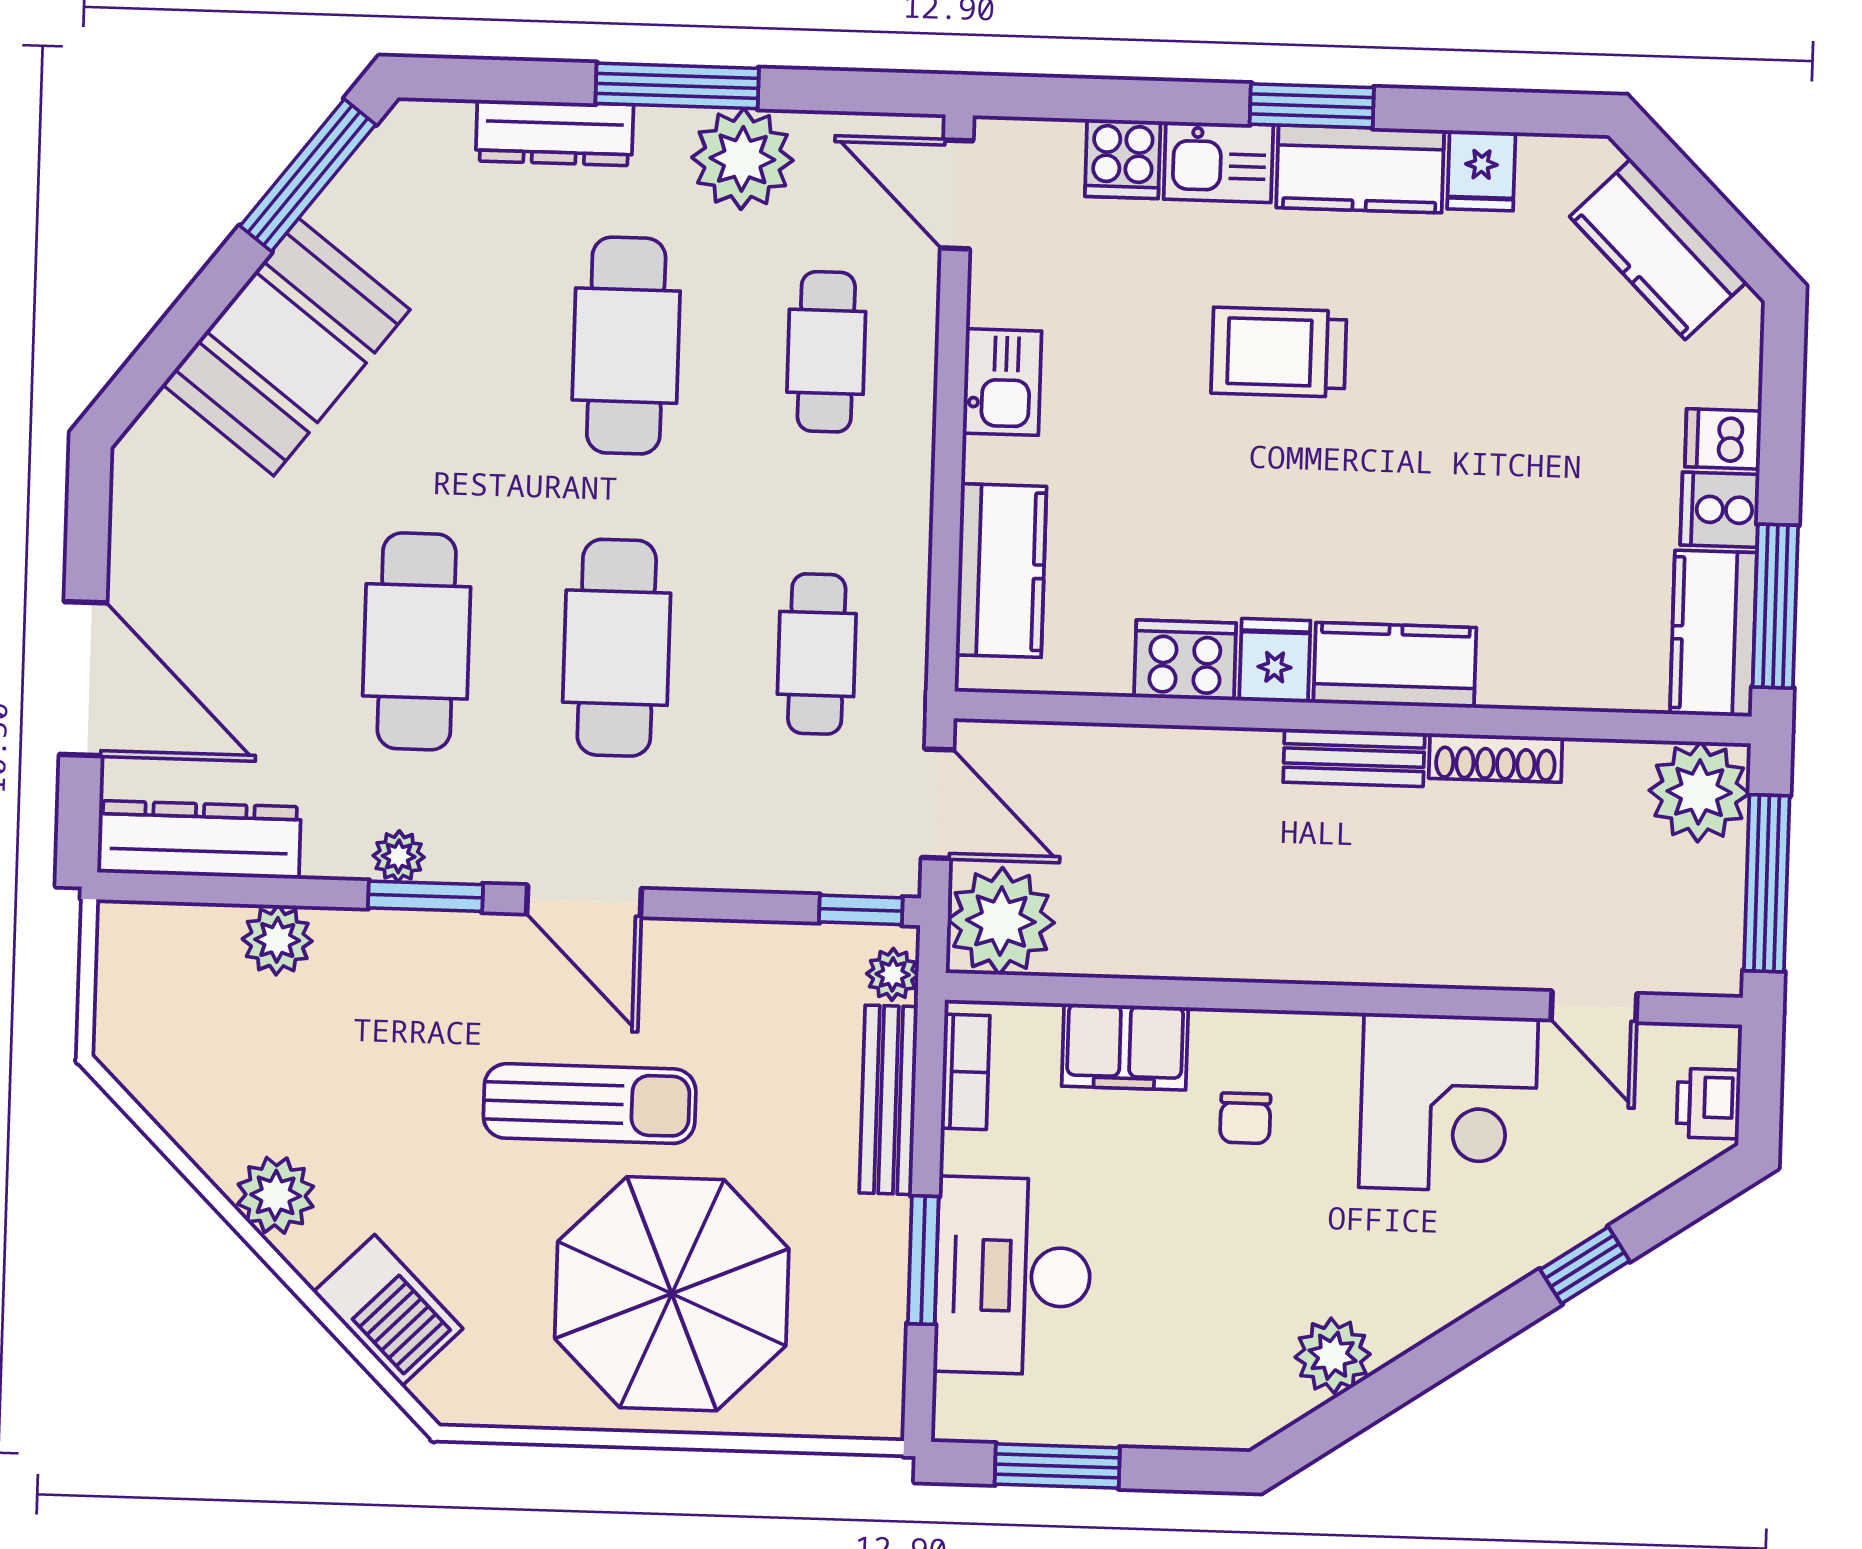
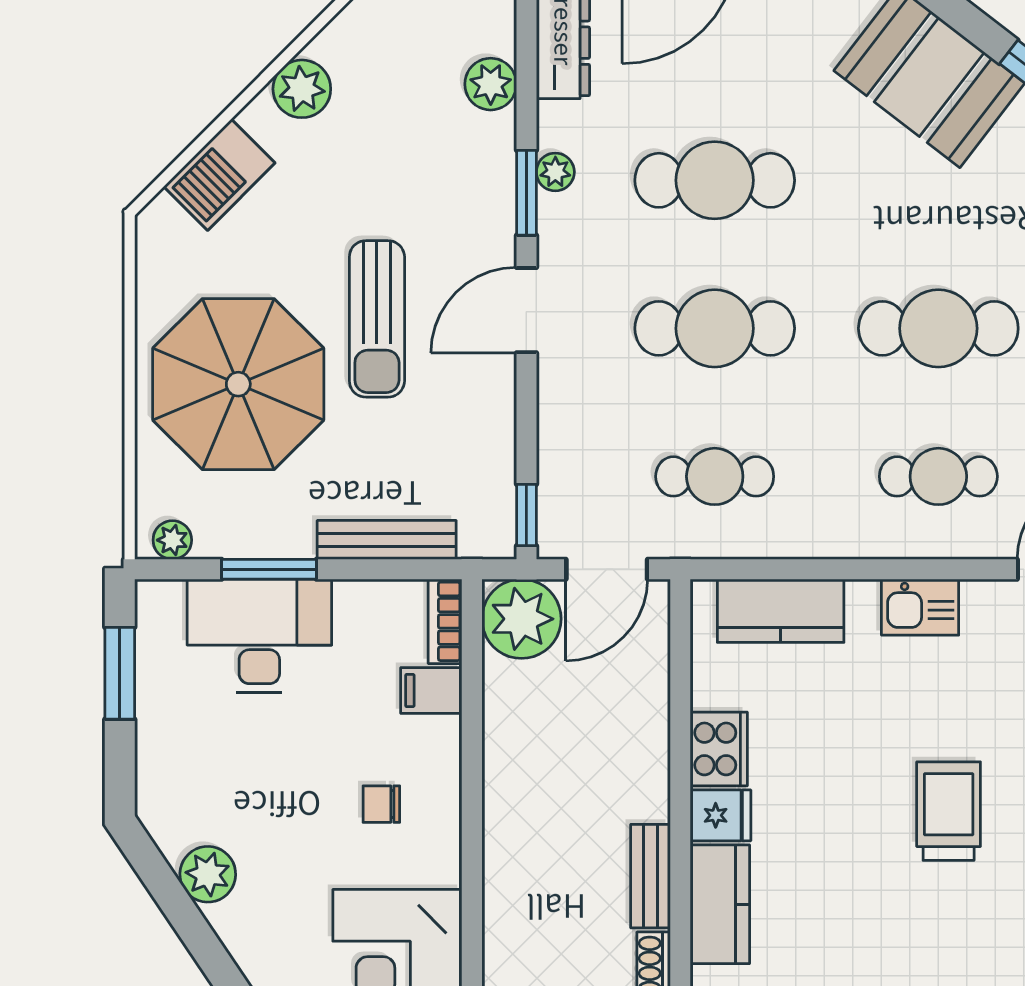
plant: (893, 974) -> (172, 540), moved
filing cabinet: (1125, 1047) -> (431, 690), width x0.50
bookcase: (965, 1072) -> (445, 621), moved, turned 90

